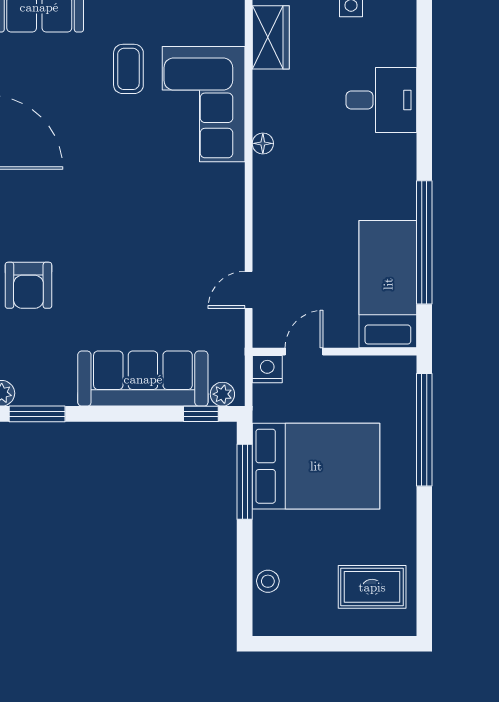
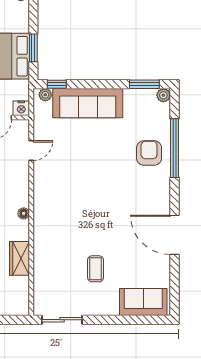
wardrobe: (271, 37) -> (19, 258), moved
corner sofa: (204, 104) -> (55, 250), removed
floor lamp: (263, 143) -> (24, 213), moved
window: (245, 482) -> (33, 48), width x0.69

